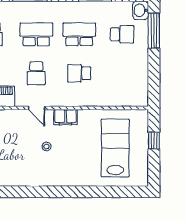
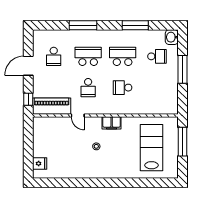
window: (154, 31) -> (182, 69), moved
door: (37, 108) -> (78, 115), moved
window: (154, 141) -> (182, 142), width x2.17

